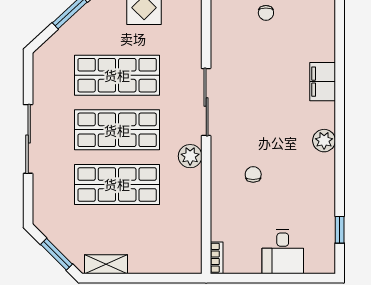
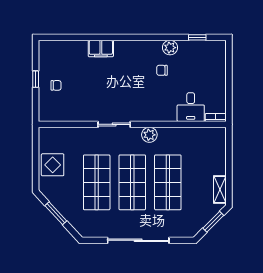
sliding door: (206, 102) -> (114, 124), width x0.73
sliding door: (28, 139) -> (138, 240), width x1.36
plant: (324, 141) -> (170, 48), moved
chair: (253, 174) -> (162, 70), moved
desk: (283, 252) -> (191, 107), moved, turned 90

